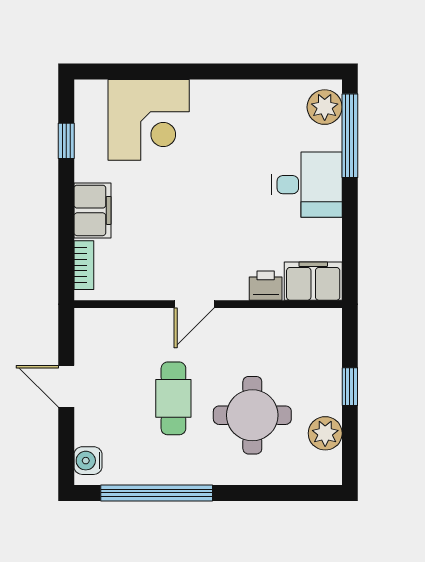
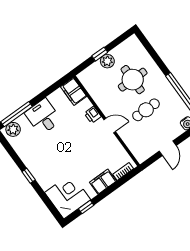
window: (210, 71) -> (29, 176), added
corner desk: (149, 120) -> (68, 196), moved
printer: (266, 286) -> (93, 115), moved
plant: (325, 433) -> (107, 61), moved

